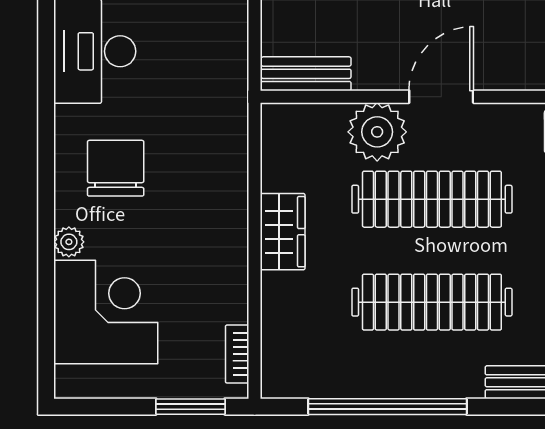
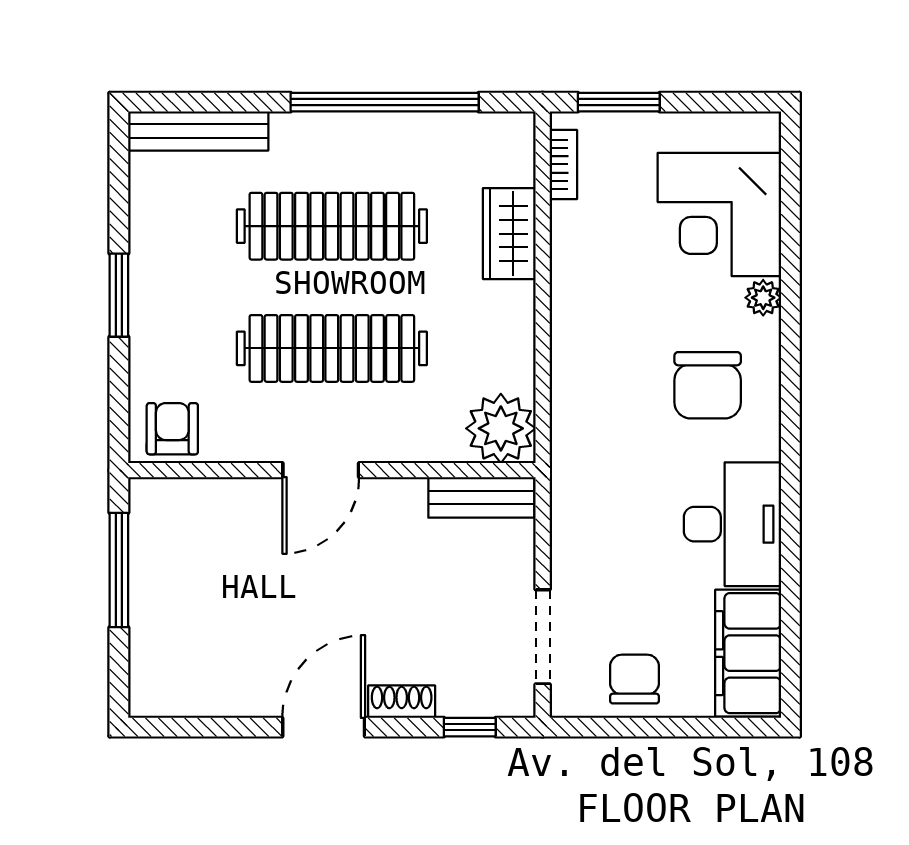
plant: (377, 132) -> (501, 428), moved
wardrobe: (283, 232) -> (509, 234), moved

